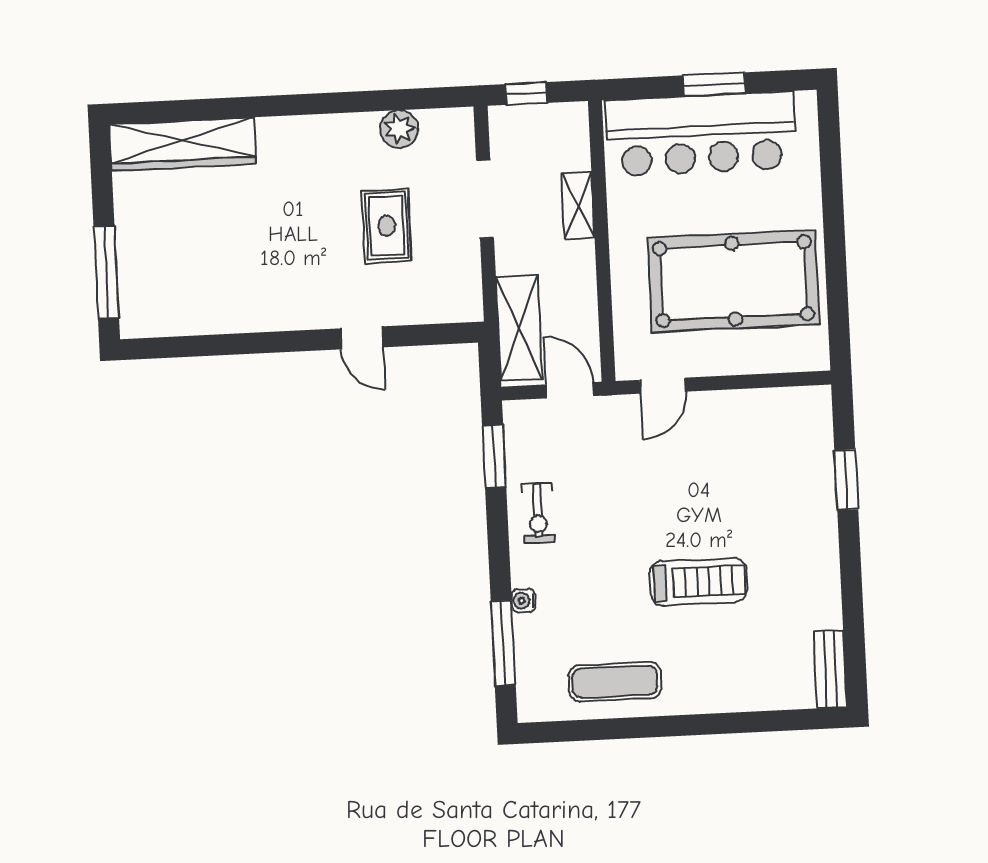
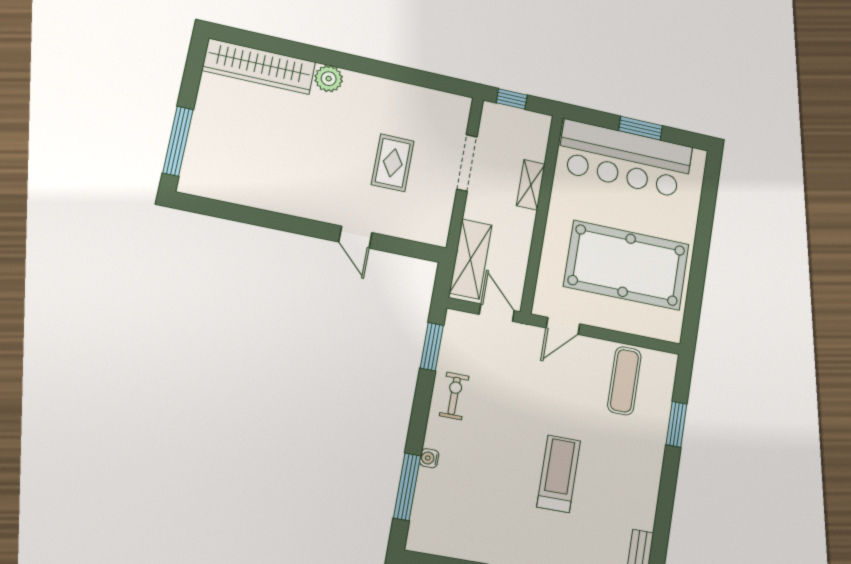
plant: (399, 129) -> (329, 79), moved
exercise bike: (538, 513) -> (454, 396), turned 180
treadmill: (698, 582) -> (559, 474), turned -90
exercise mat: (615, 682) -> (624, 381), moved, turned 90

